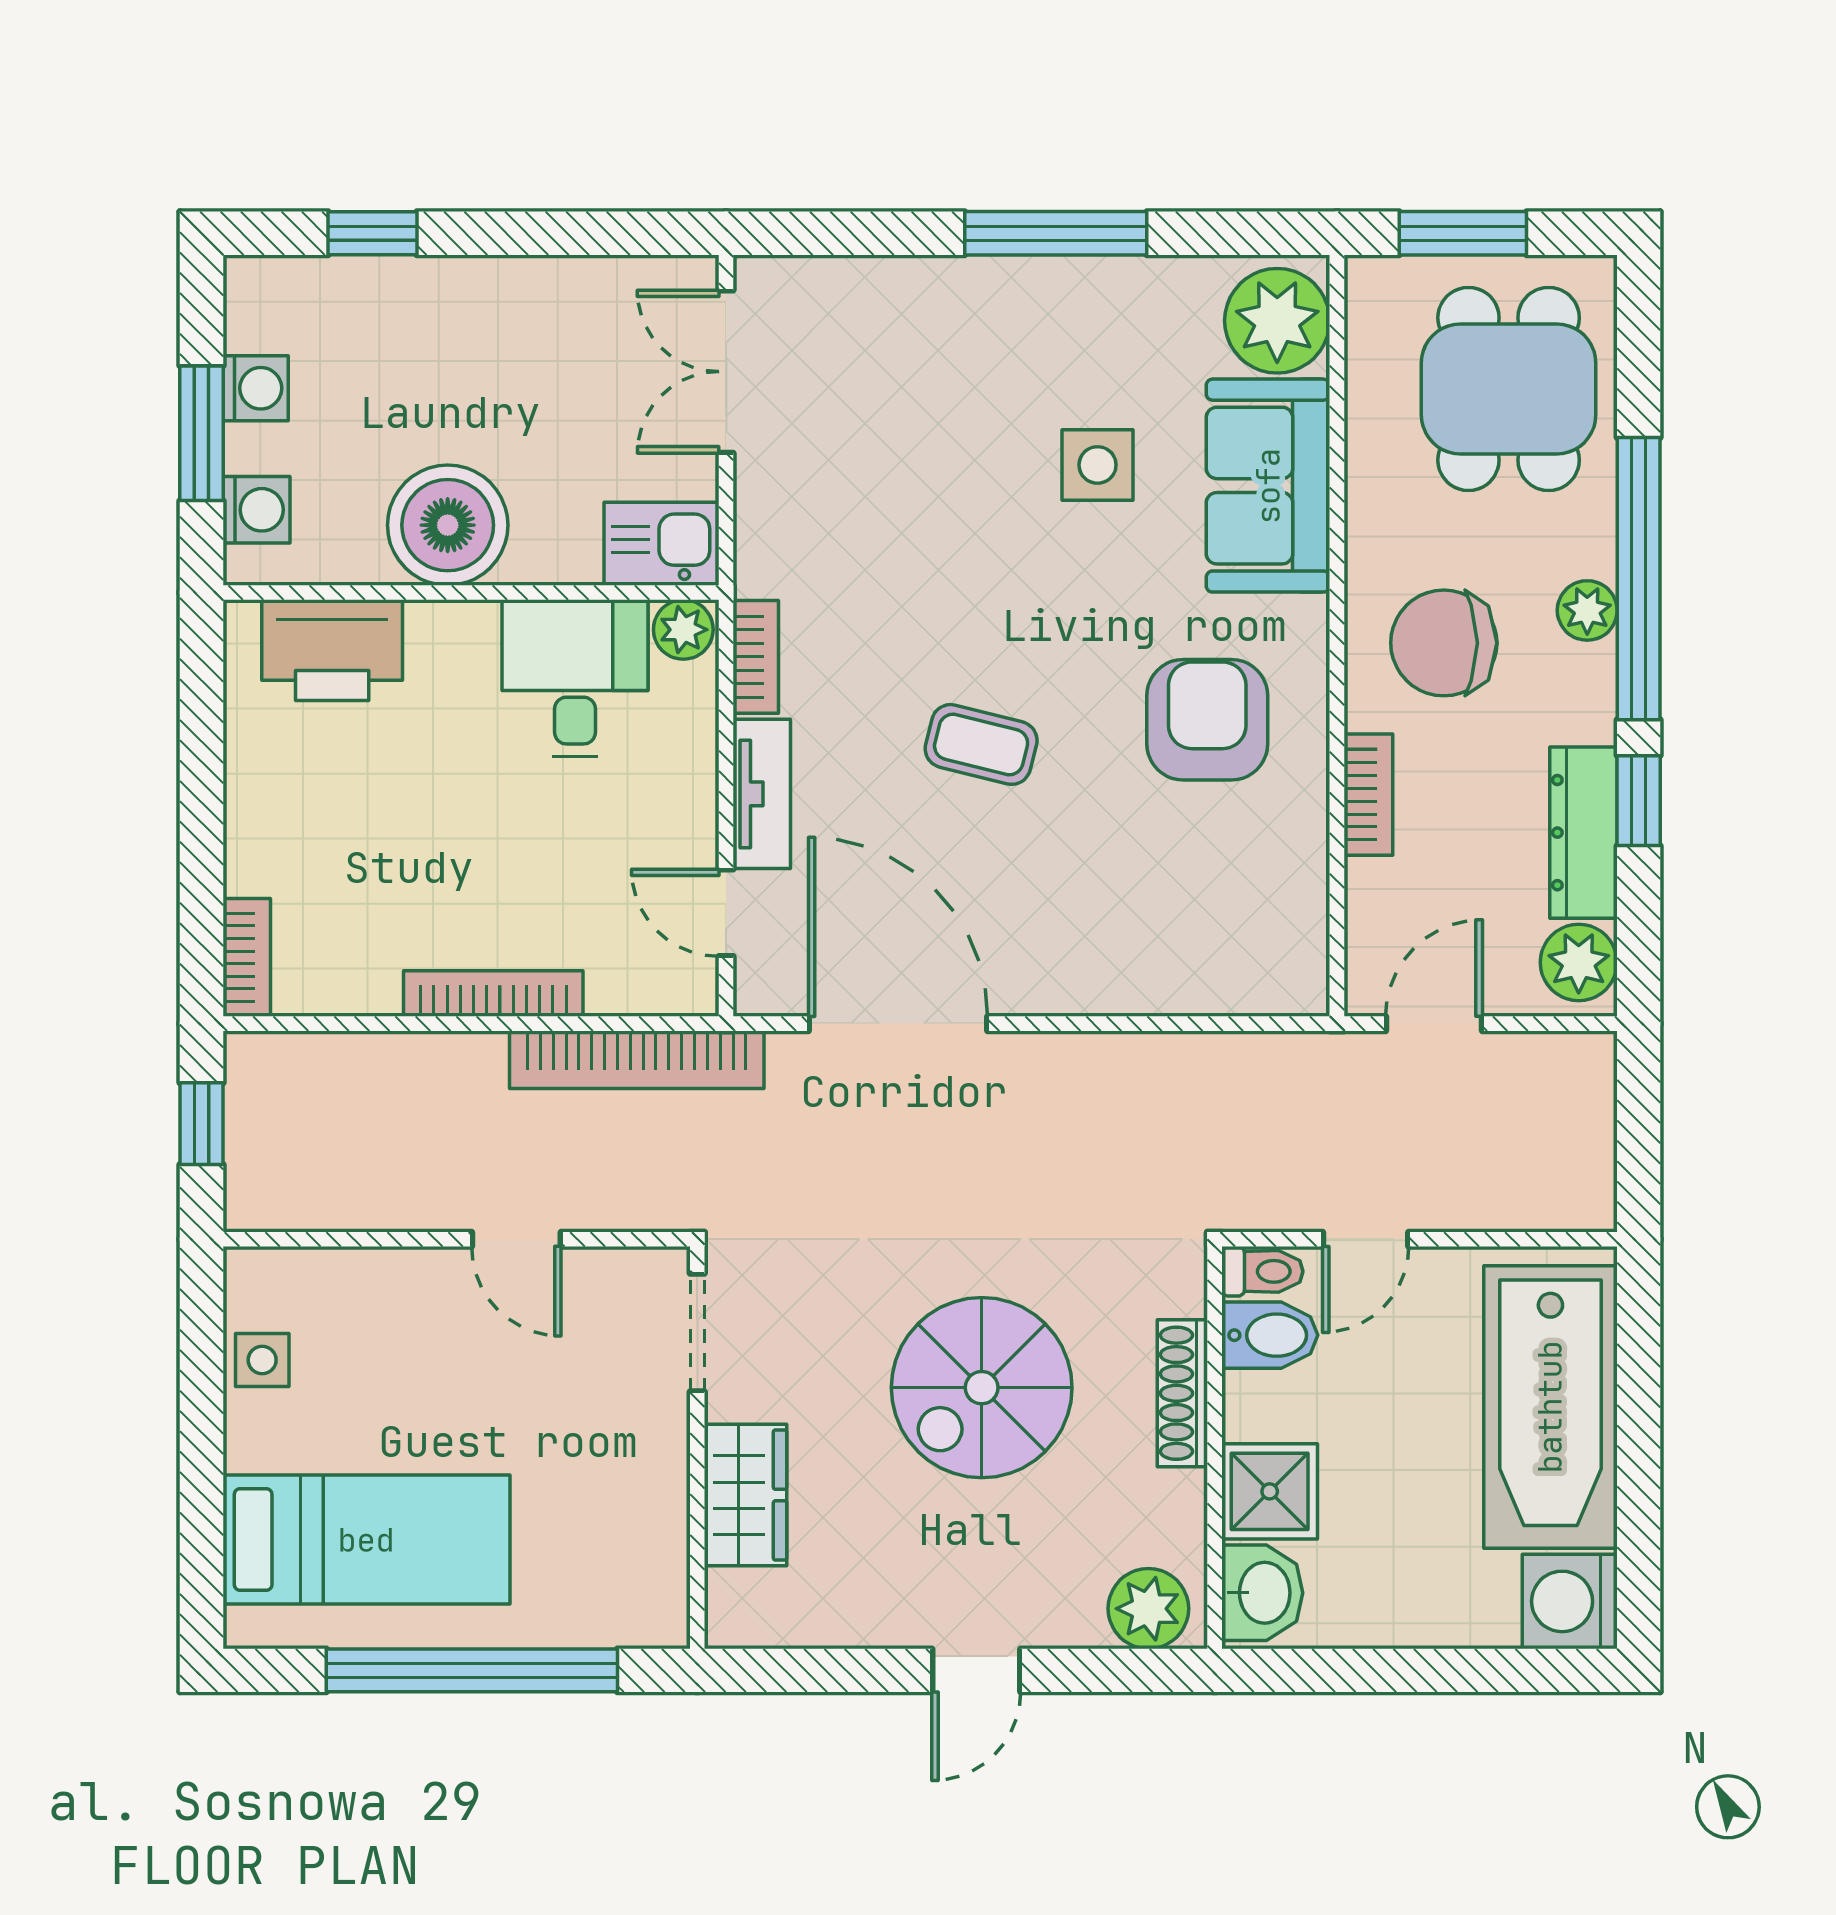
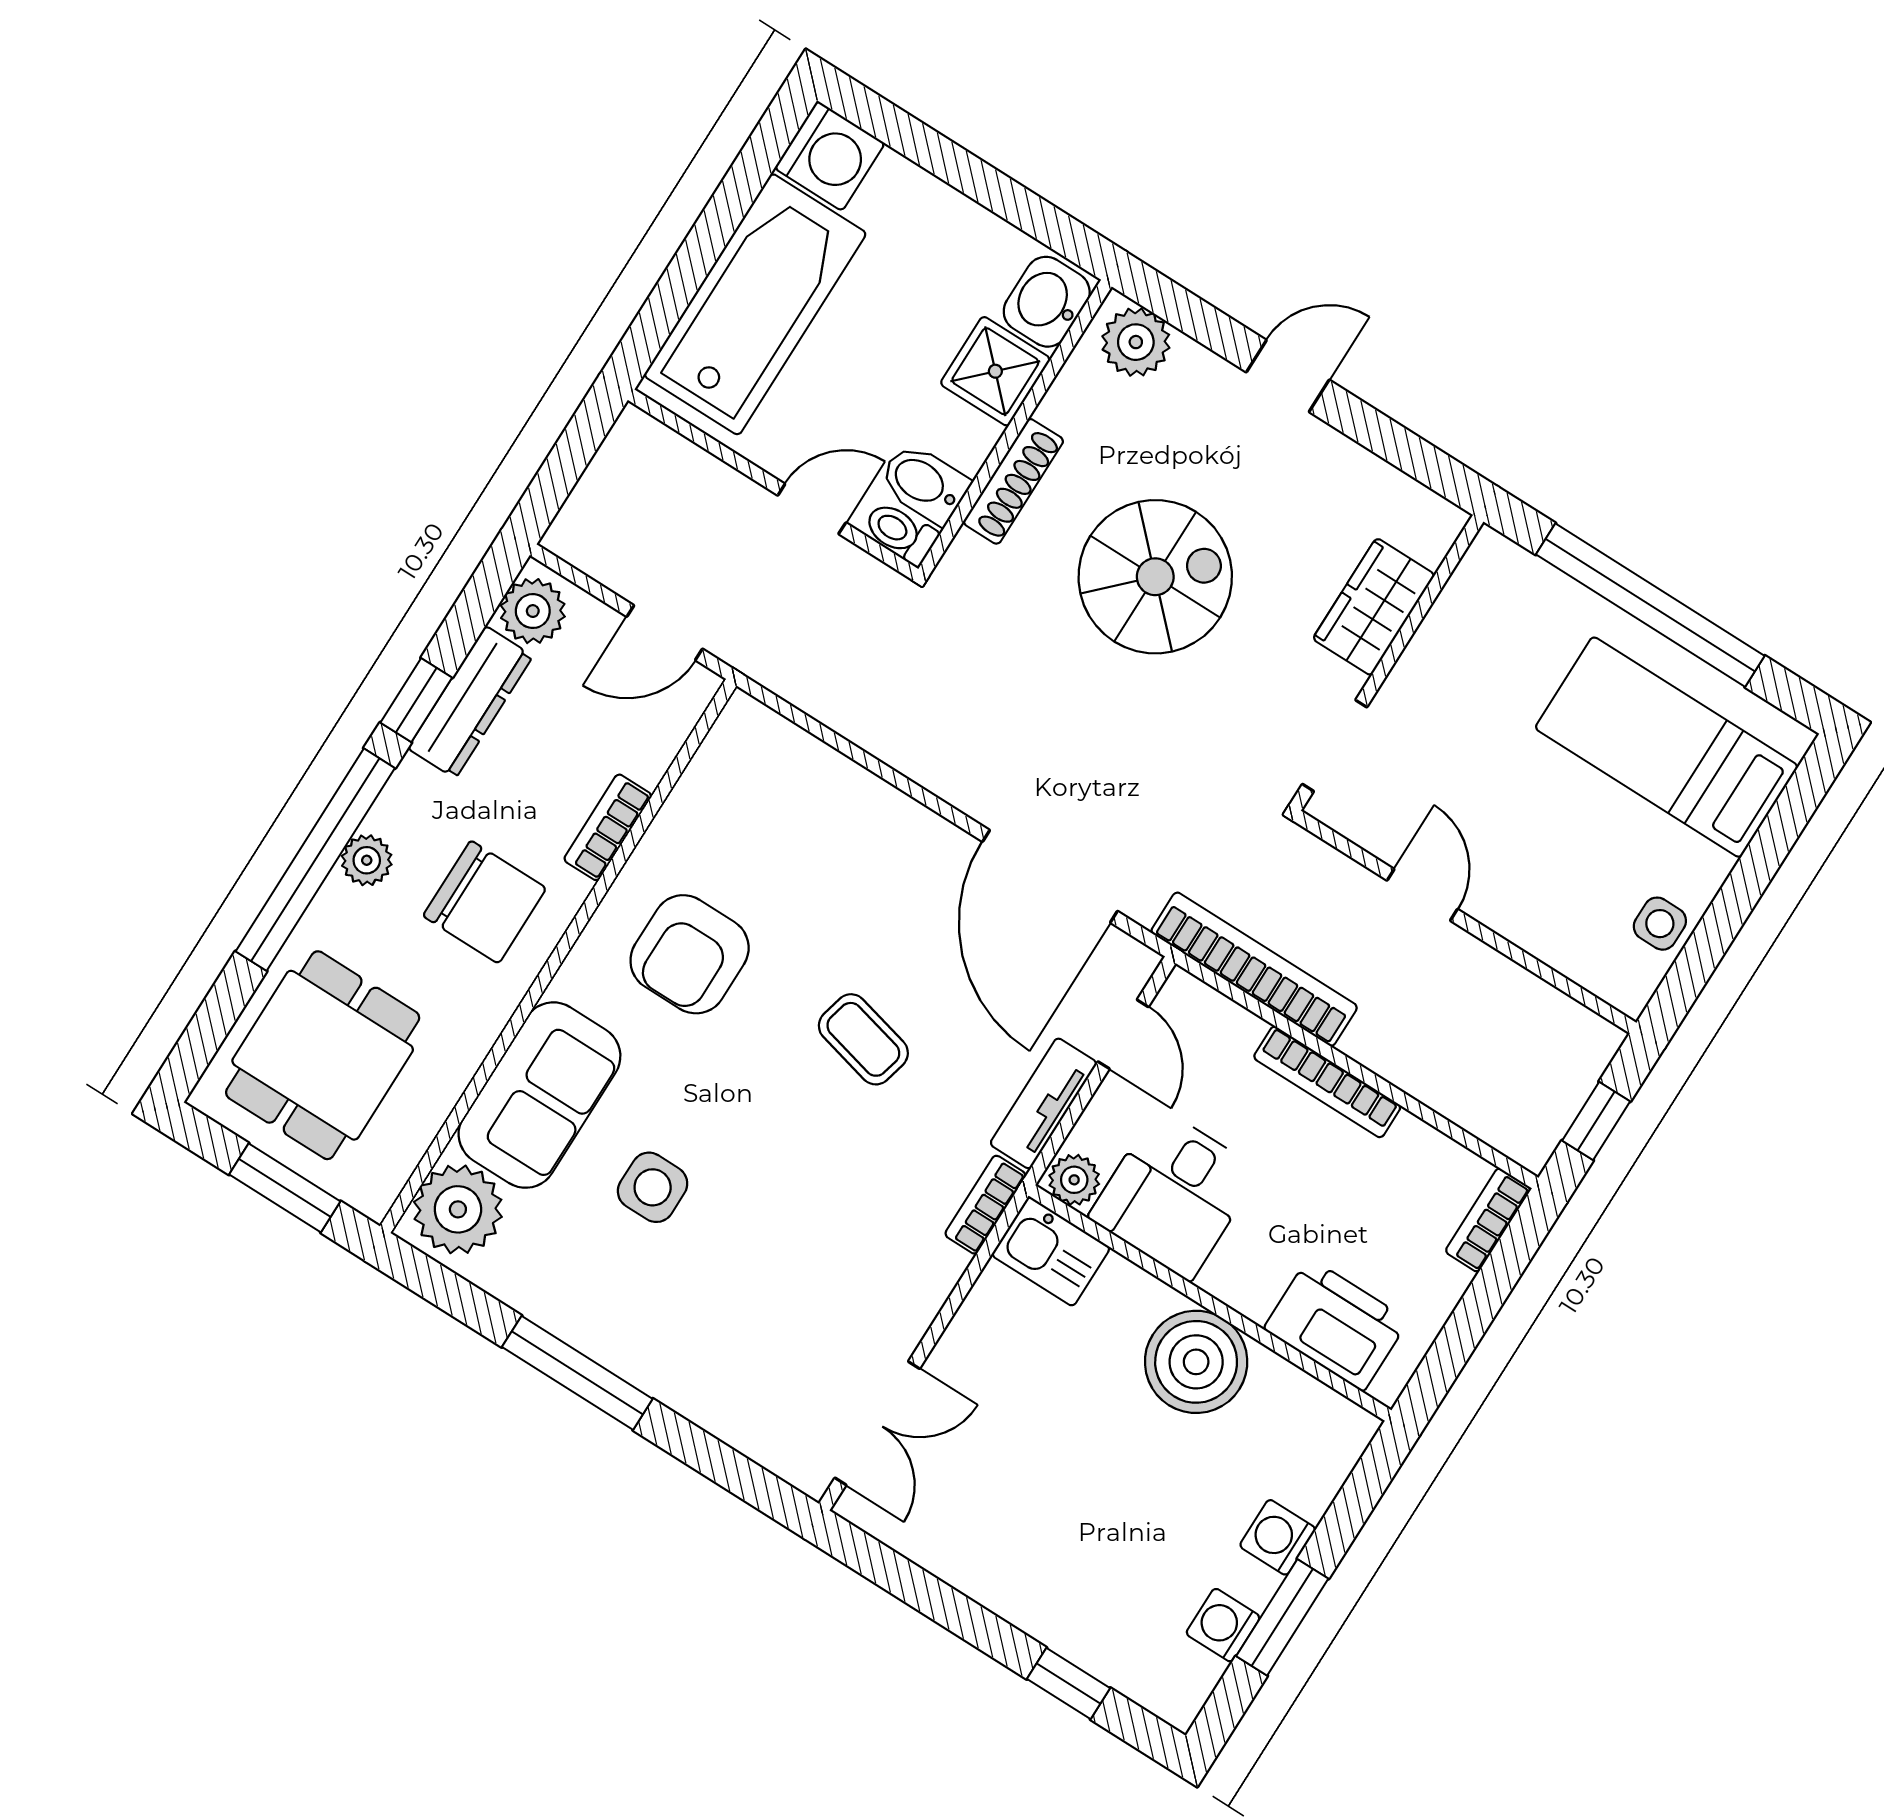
boiler: (448, 525) -> (1196, 1362), moved
kitchen sink: (662, 544) -> (1051, 1251), moved
wall: (471, 593) -> (1210, 1303), moved
plant: (683, 630) -> (1074, 1180), moved
printer: (332, 650) -> (1336, 1325), moved
desk: (575, 678) -> (1174, 1194), moved

